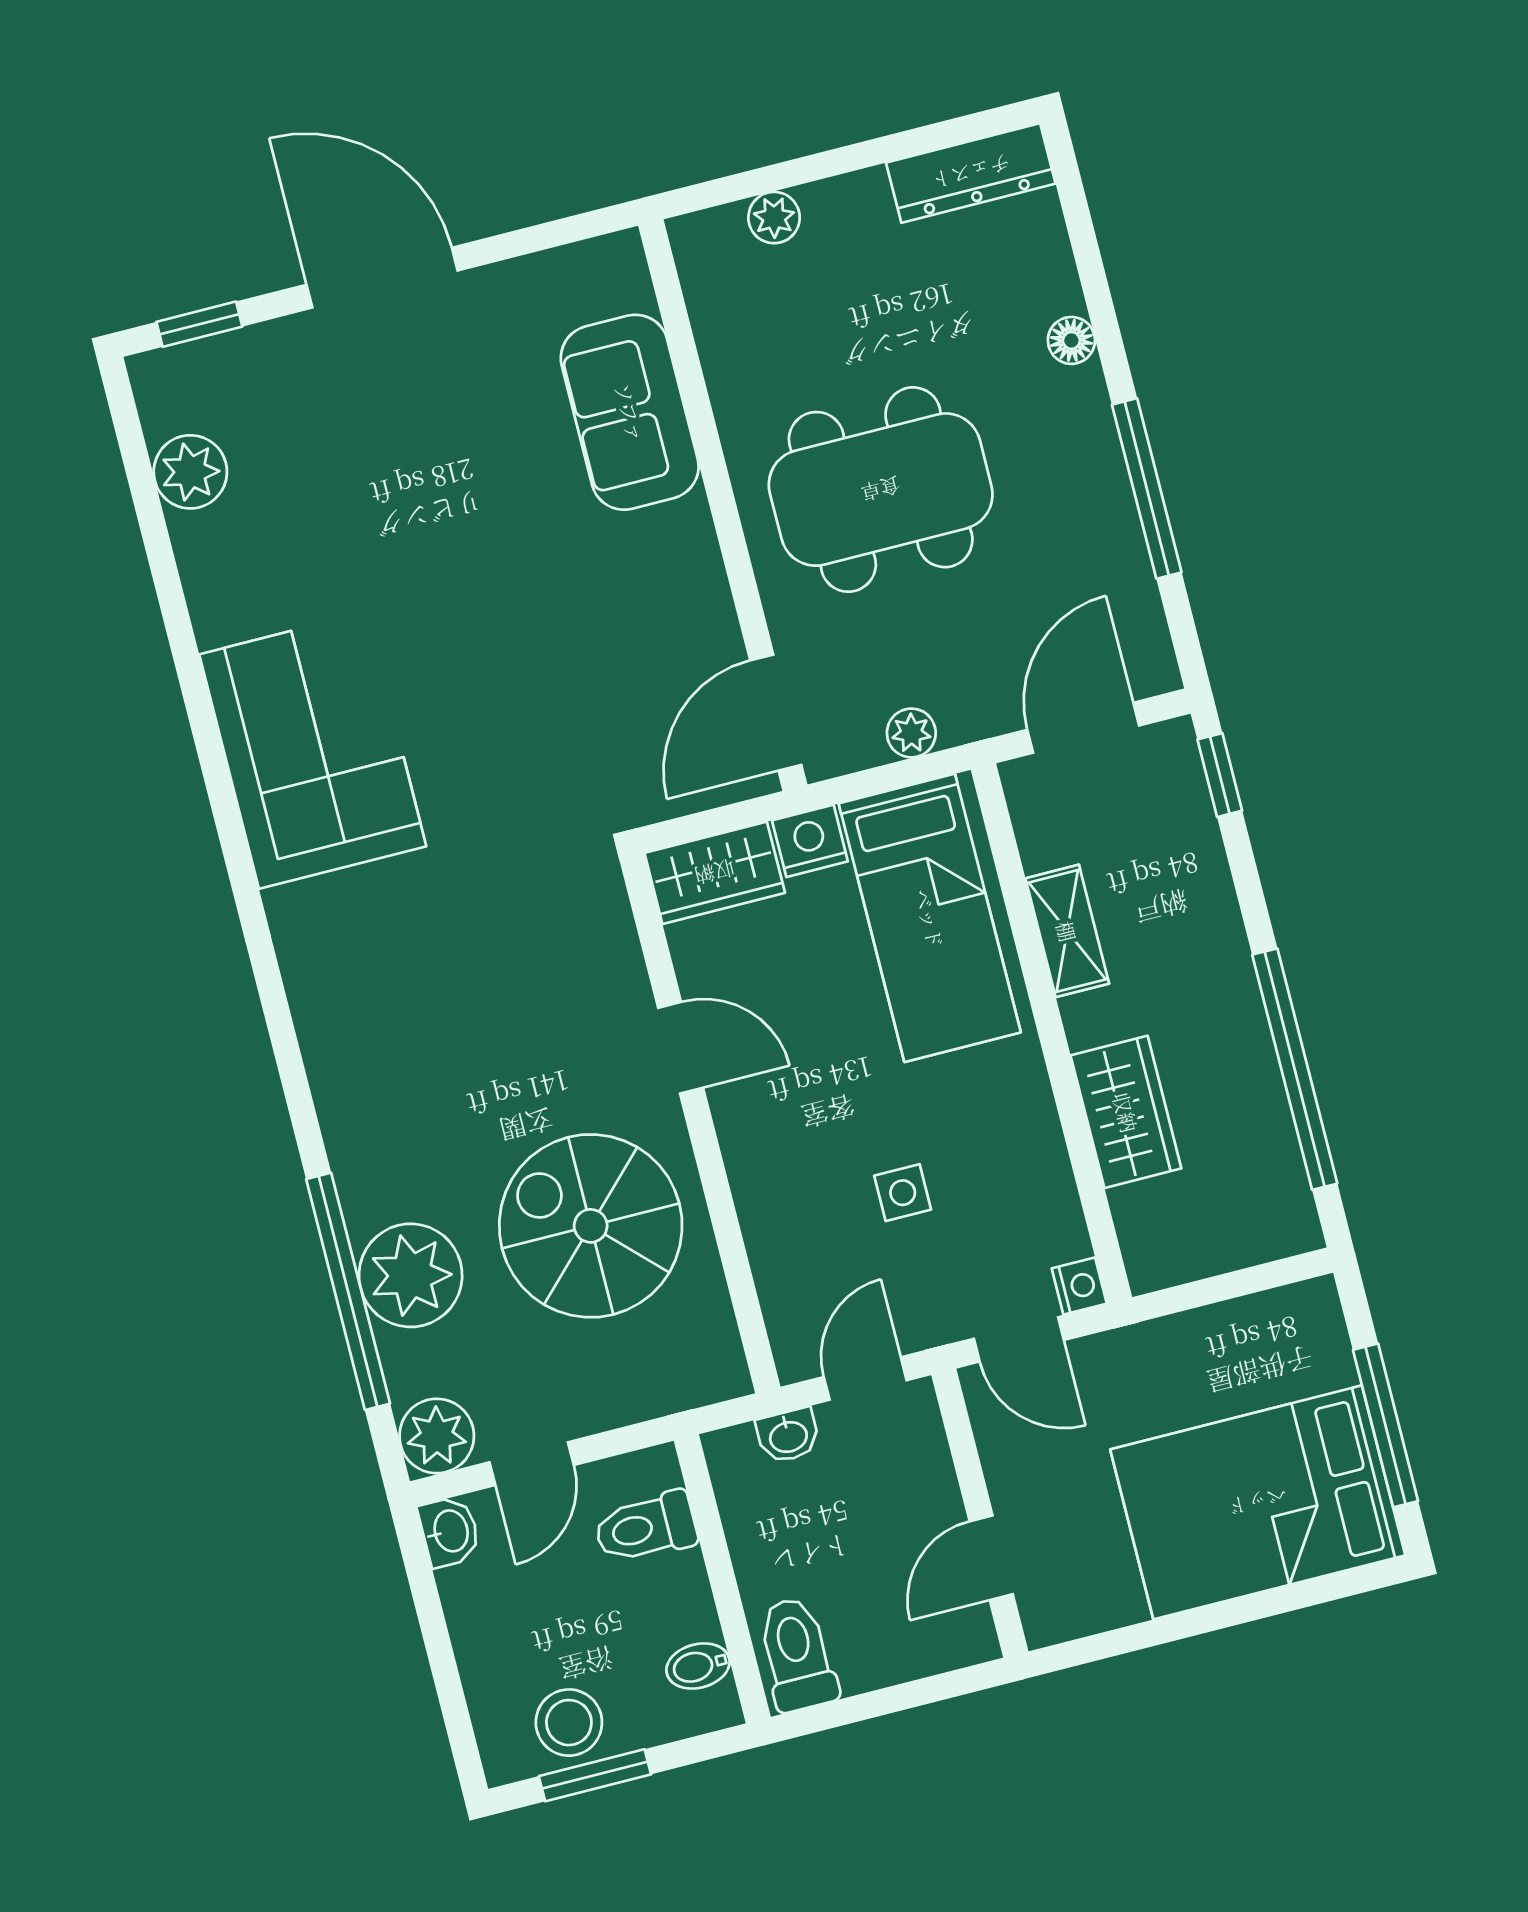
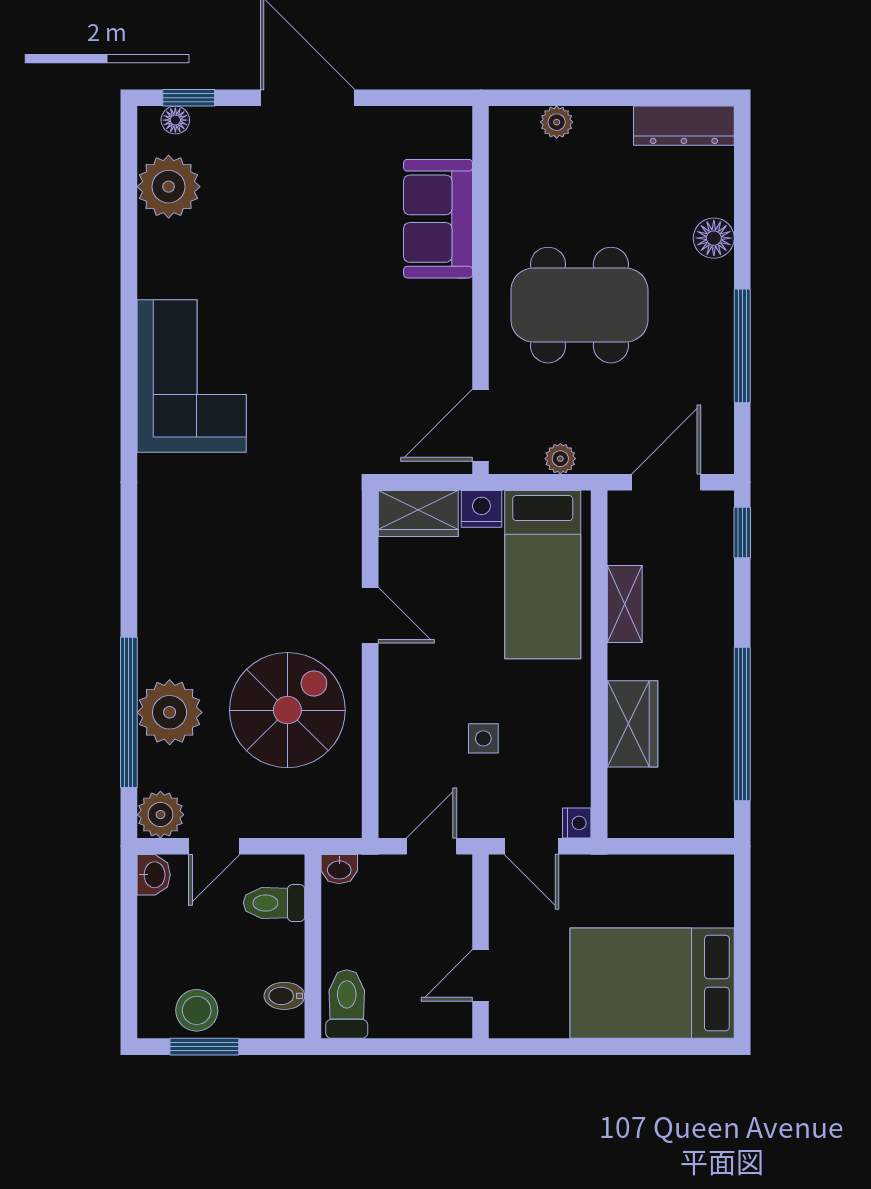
floor lamp: (1071, 340) -> (714, 238), width x1.37, depth x1.37
floor lamp: (188, 364) -> (175, 120), added
plant: (190, 472) -> (169, 187), width x1.36, depth x1.36
spiral stairs: (591, 1226) -> (287, 710), turned 90
window: (1386, 1425) -> (742, 956), removed
washbasin: (788, 1436) -> (339, 869), moved

